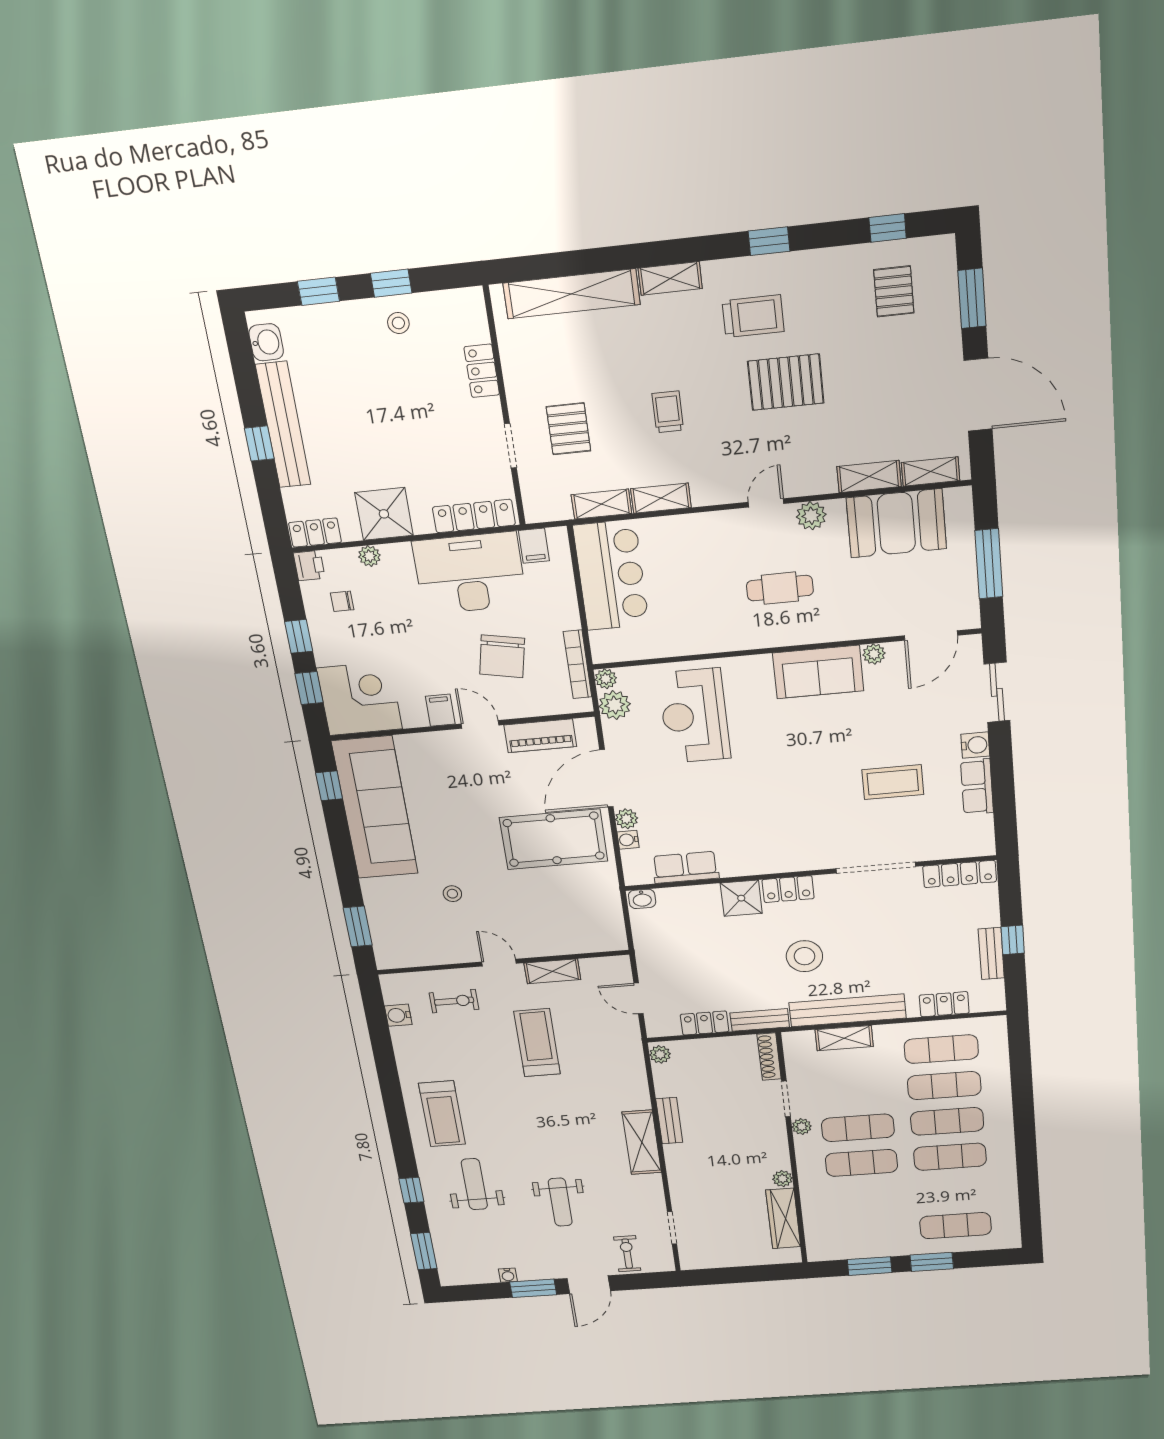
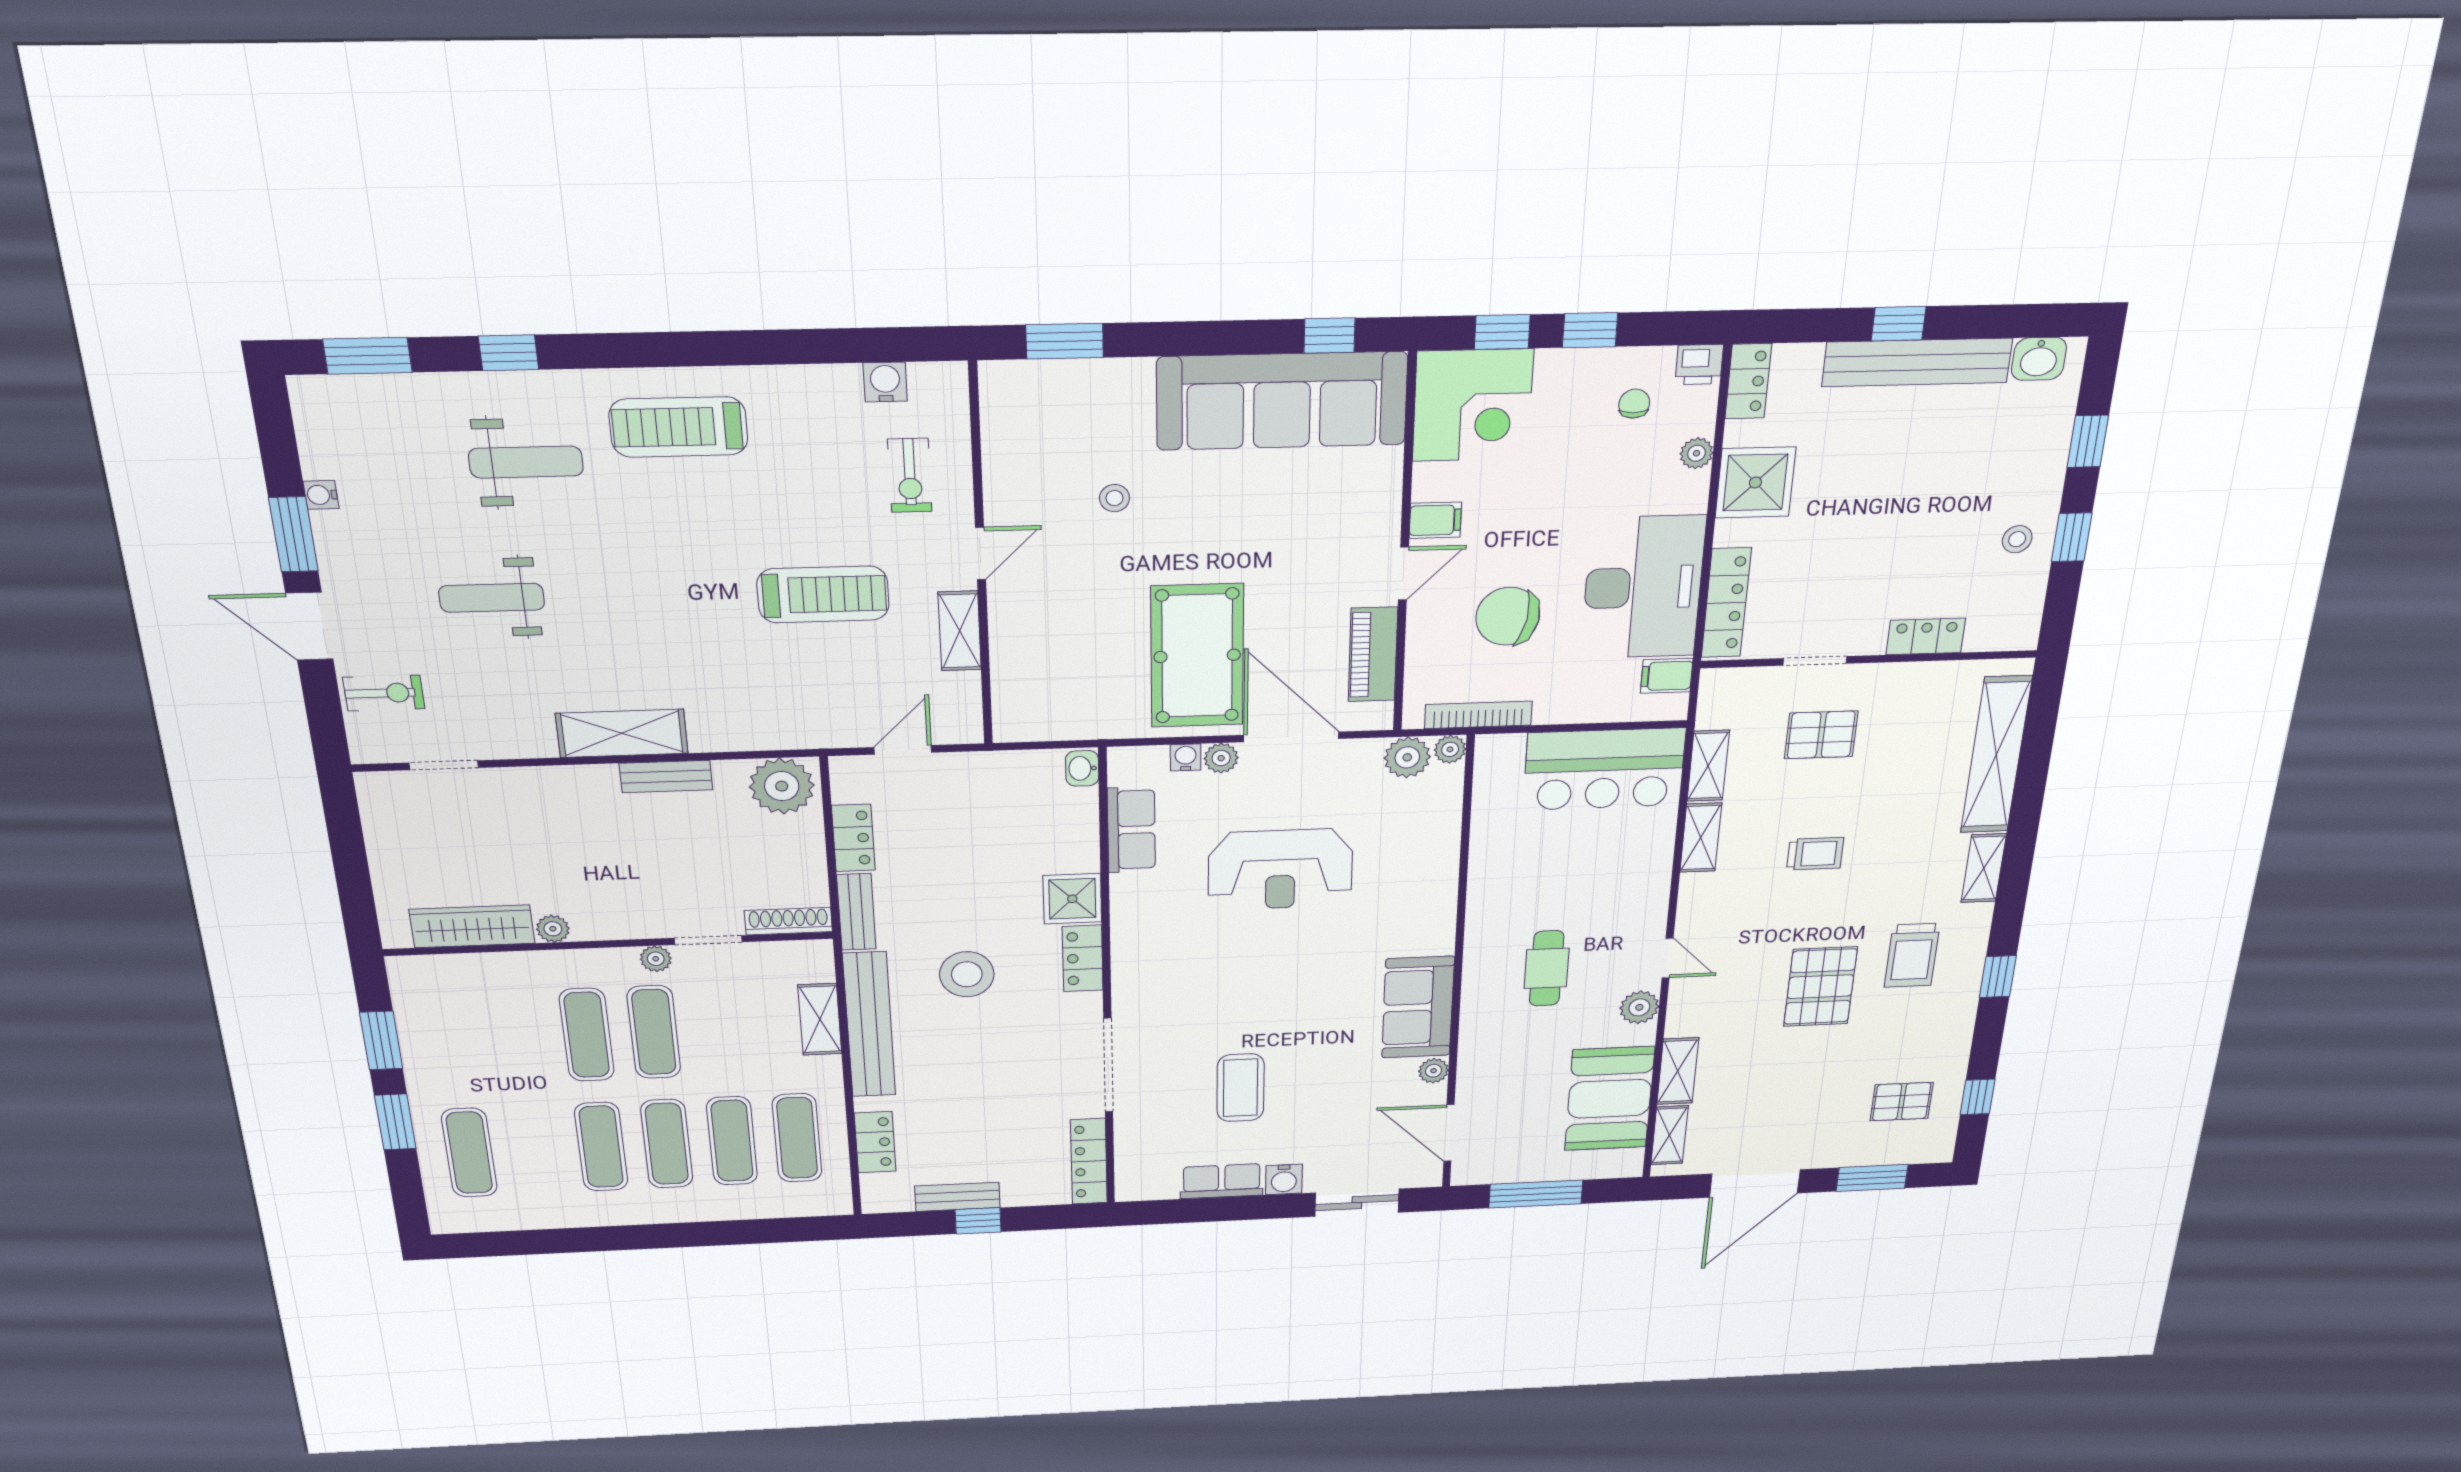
reception desk: (694, 716) -> (1280, 869), moved, turned 180
plant: (660, 1054) -> (782, 786), width x1.88, depth x1.88

